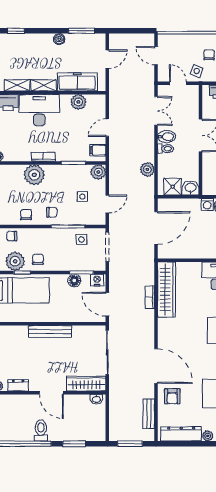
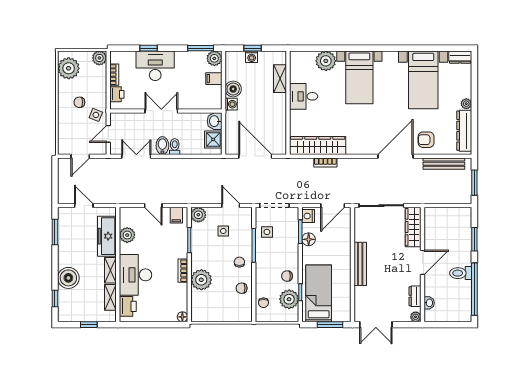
boiler: (59, 39) -> (68, 278), moved, width x1.86, depth x1.86
plant: (147, 169) -> (196, 165), removed
armchair: (172, 396) -> (426, 140), turned 180
washbasin: (96, 399) -> (429, 303), moved
bench: (149, 414) -> (444, 164), width x1.36

